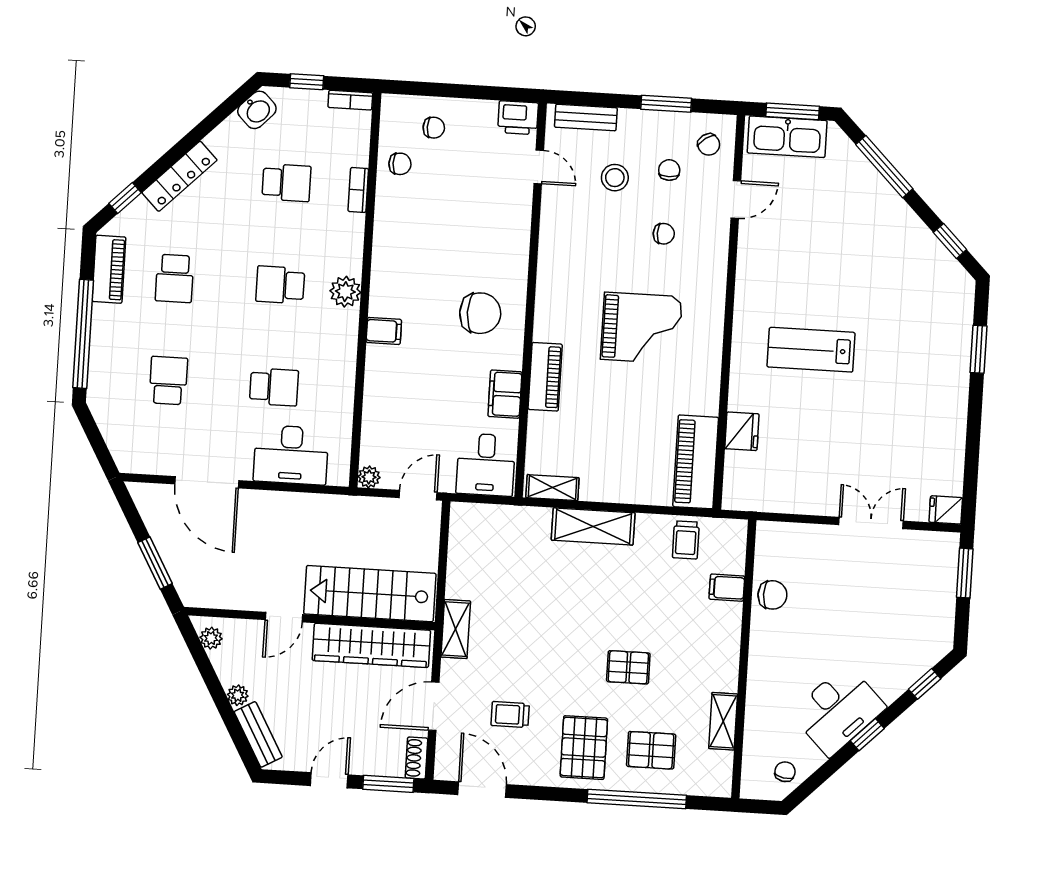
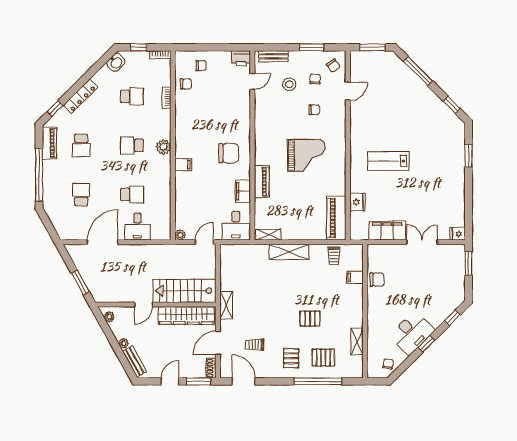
kitchen sink: (787, 137) -> (371, 60), removed
door: (539, 167) -> (252, 81), hinge flipped
desk: (291, 455) -> (137, 227), width x0.73
door: (207, 482) -> (103, 242), swing flipped
filing cabinet: (800, 495) -> (387, 231), added
pallet: (584, 748) -> (291, 358), width x0.67, depth x0.71

